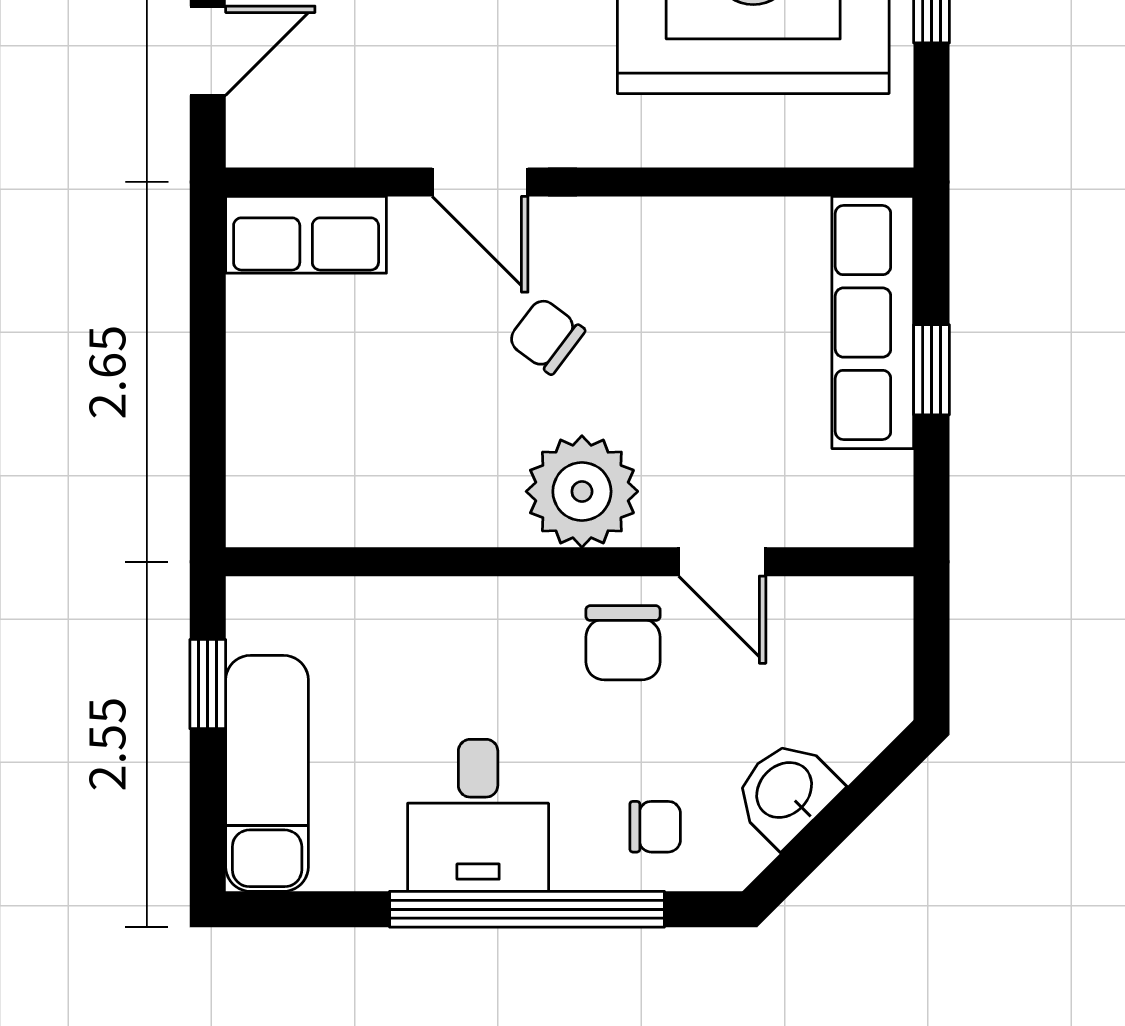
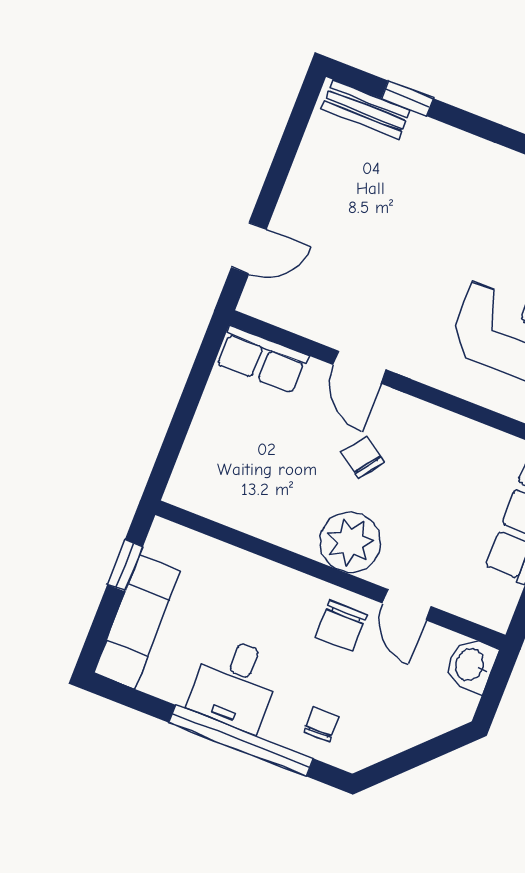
washbasin: (786, 792) -> (471, 665), moved, turned -45
chair: (655, 827) -> (321, 724), turned -90

